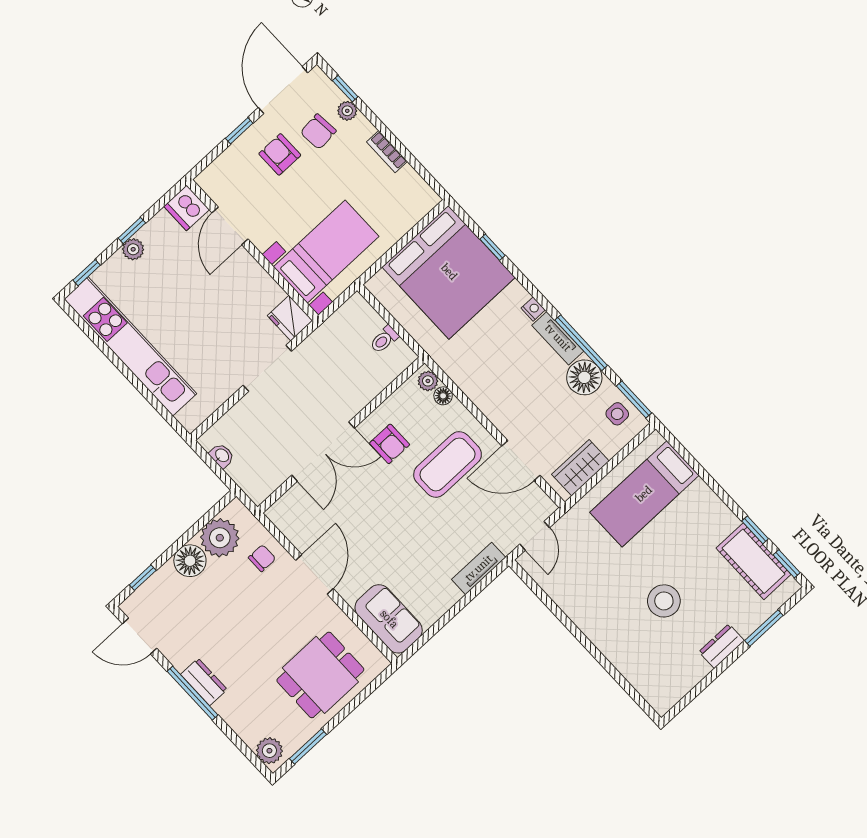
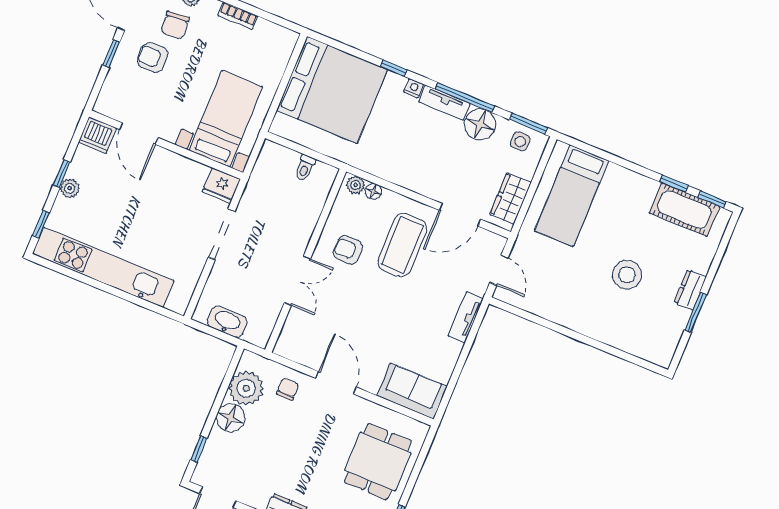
window: (493, 247) -> (394, 68), moved
armchair: (390, 444) -> (348, 250), turned 180
double door: (323, 452) -> (297, 281), width x0.73
washbasin: (222, 456) -> (227, 322), width x1.91, depth x1.45
window: (764, 628) -> (696, 312), moved

